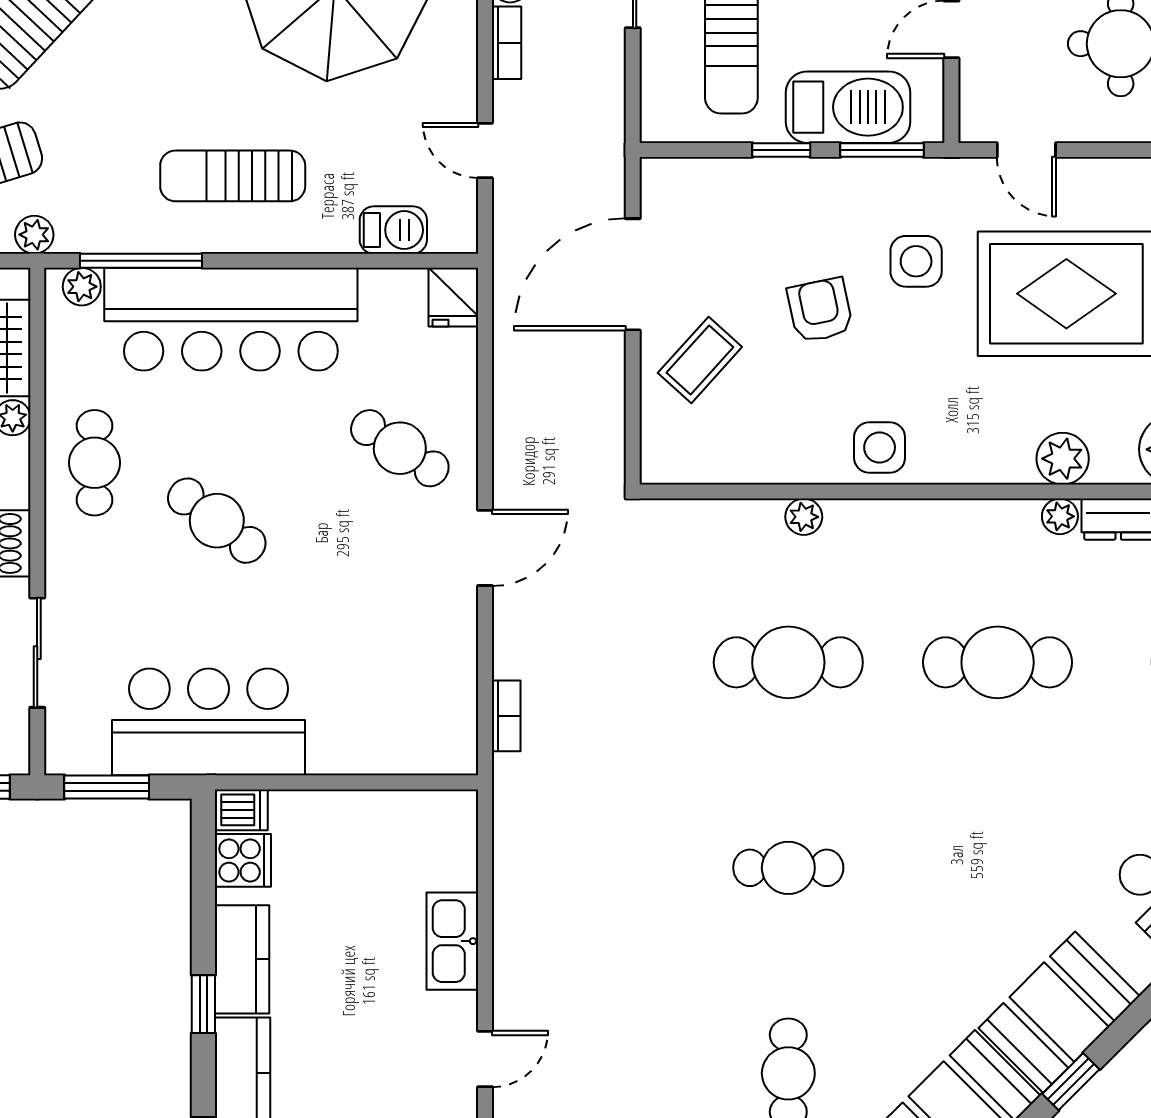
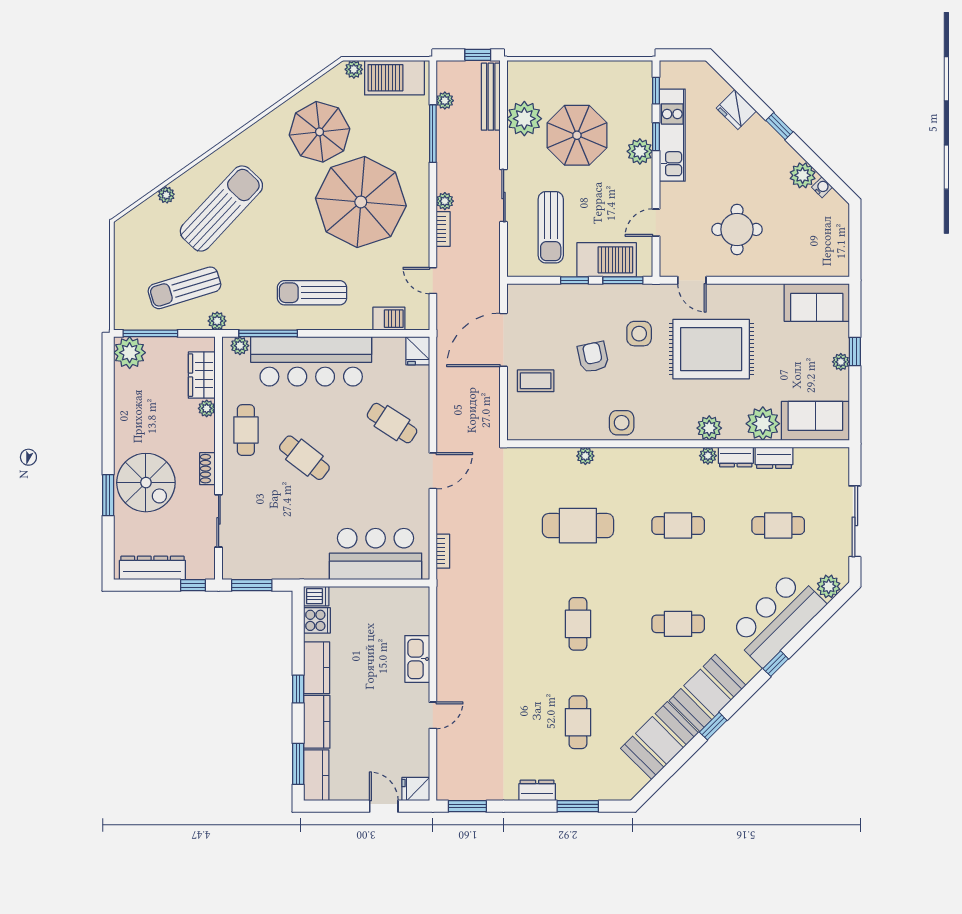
coffee table: (700, 360) -> (536, 381), turned 48
cafe table: (998, 662) -> (678, 526), width x0.73, depth x0.74
bar counter: (209, 722) -> (376, 554), moved
cafe table: (788, 868) -> (578, 624), turned 90
cafe table: (998, 868) -> (678, 624), added

